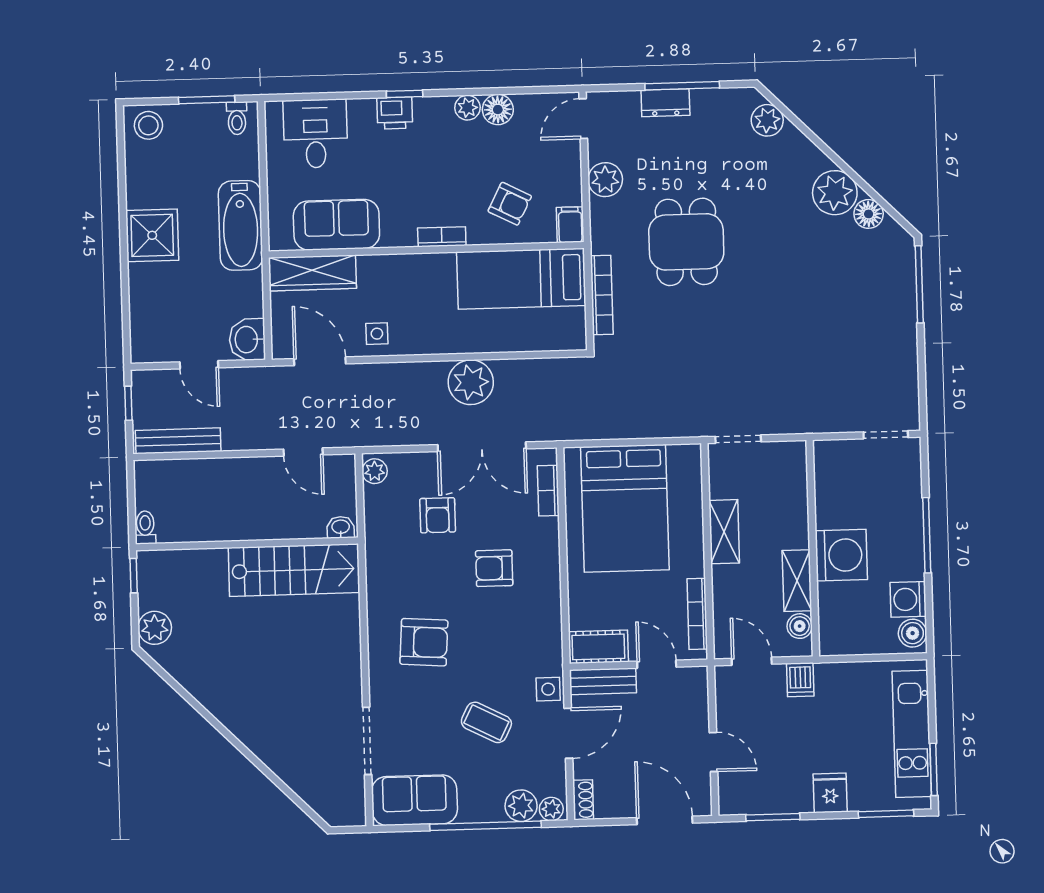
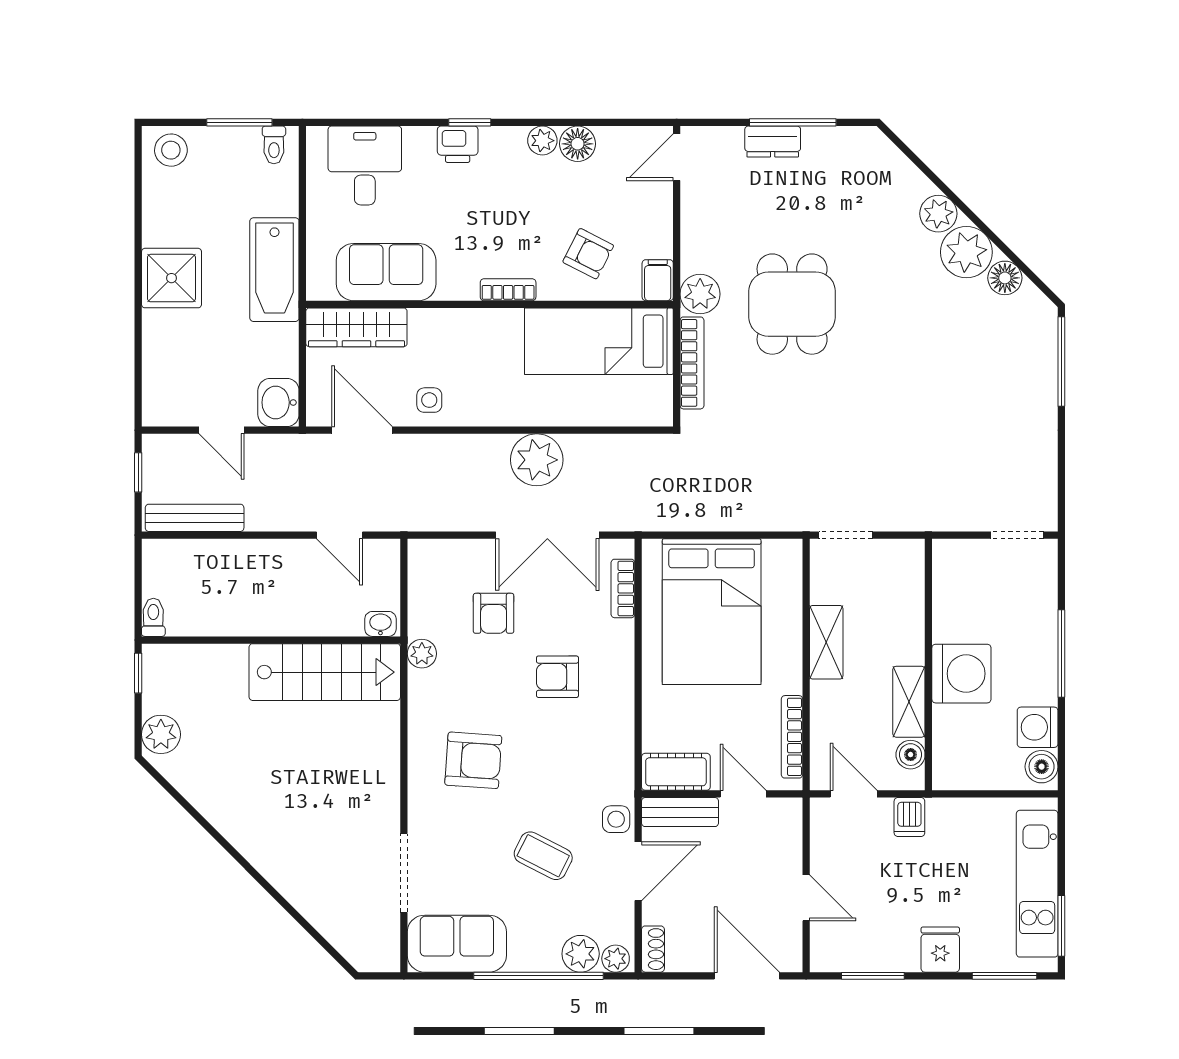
plant: (767, 120) -> (938, 214), moved
plant: (605, 180) -> (700, 294), moved
plant: (375, 471) -> (422, 654), moved

